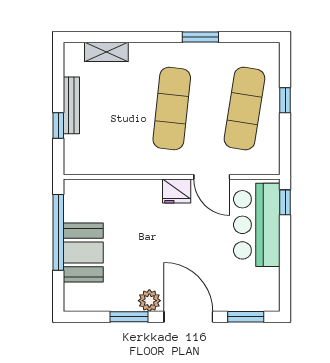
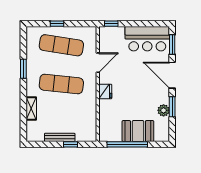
shelving: (106, 52) -> (31, 109), moved
fridge: (177, 191) -> (105, 92), moved
bar counter: (257, 225) -> (147, 39), moved
plant: (149, 301) -> (164, 110), moved
door: (188, 317) -> (172, 75), hinge flipped

